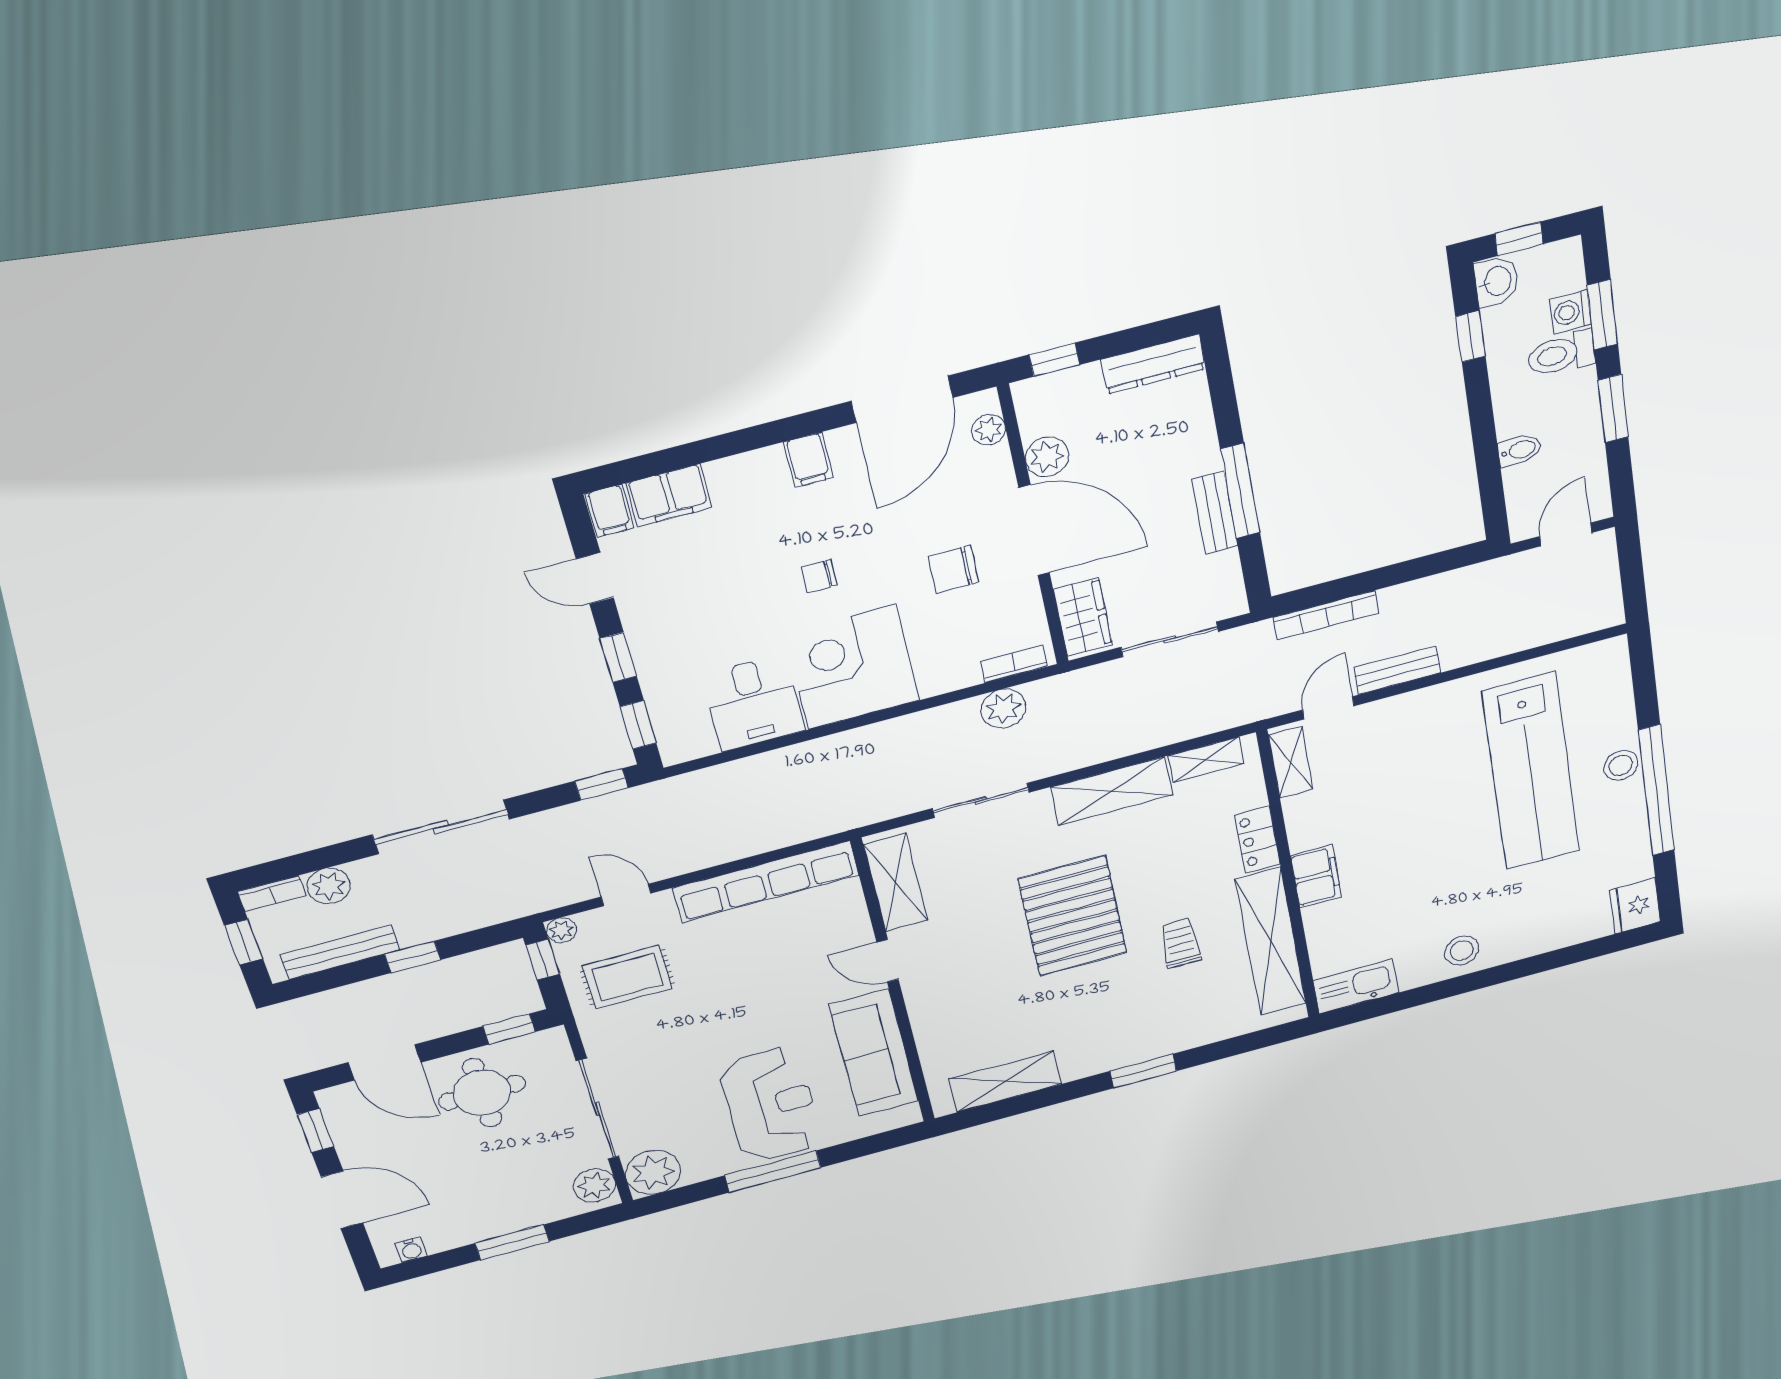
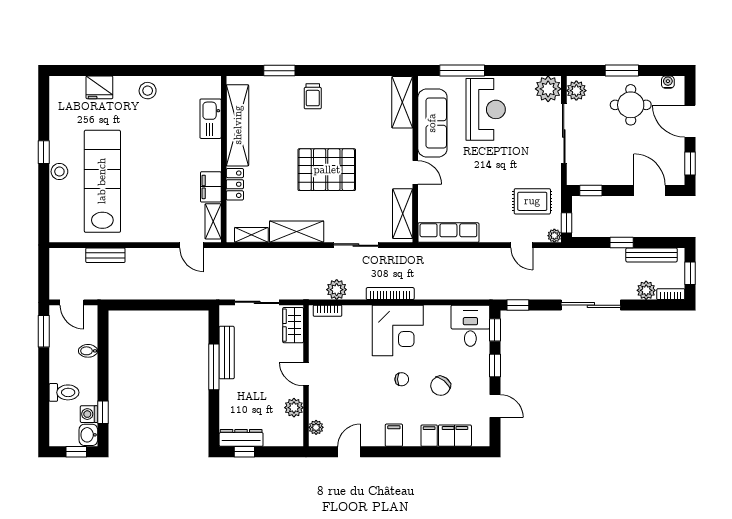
washing machine: (1571, 312) -> (89, 414), moved, turned 180
window: (1602, 315) -> (44, 406), removed
window: (1054, 360) -> (244, 452), moved
door: (902, 399) -> (349, 452), width x0.53
window: (1613, 409) -> (44, 331), moved
filing cabinet: (610, 511) -> (429, 436), moved
bench: (1215, 513) -> (227, 353), width x1.36
door: (1034, 530) -> (306, 374), width x0.53
door: (1566, 534) -> (72, 302), hinge flipped
chair: (954, 569) -> (440, 386), moved, turned 128
bookcase: (1326, 615) -> (390, 294), moved
bench: (1397, 670) -> (105, 255), moved
desk: (753, 703) -> (470, 326), moved
door: (1328, 708) -> (192, 245), hinge flipped
window: (1656, 790) -> (44, 152), width x0.32
filing cabinet: (1316, 876) -> (211, 187), moved
row of seats: (766, 882) -> (448, 233), width x0.73
fridge: (1635, 906) -> (99, 87), moved, turned 90
pallet: (1072, 916) -> (327, 170), turned 90
trolley: (1180, 943) -> (313, 96), moved
kitchen sink: (1356, 986) -> (211, 119), moved, turned 90
window: (1143, 1071) -> (279, 71), moved
shelving: (1005, 1081) -> (402, 102), moved, turned 90
round table: (482, 1093) -> (631, 105), moved
reception desk: (771, 1105) -> (486, 109), turned 180
window: (773, 1172) -> (462, 71), moved

